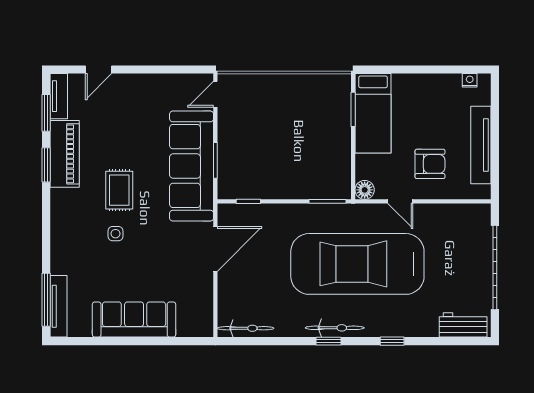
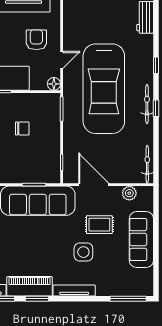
chair: (299, 143) -> (22, 128), added
rug: (119, 190) -> (99, 225), moved
side table: (115, 234) -> (83, 252), width x1.87, depth x1.87
plant: (203, 302) -> (129, 193), added
tv unit: (59, 306) -> (74, 290), moved

